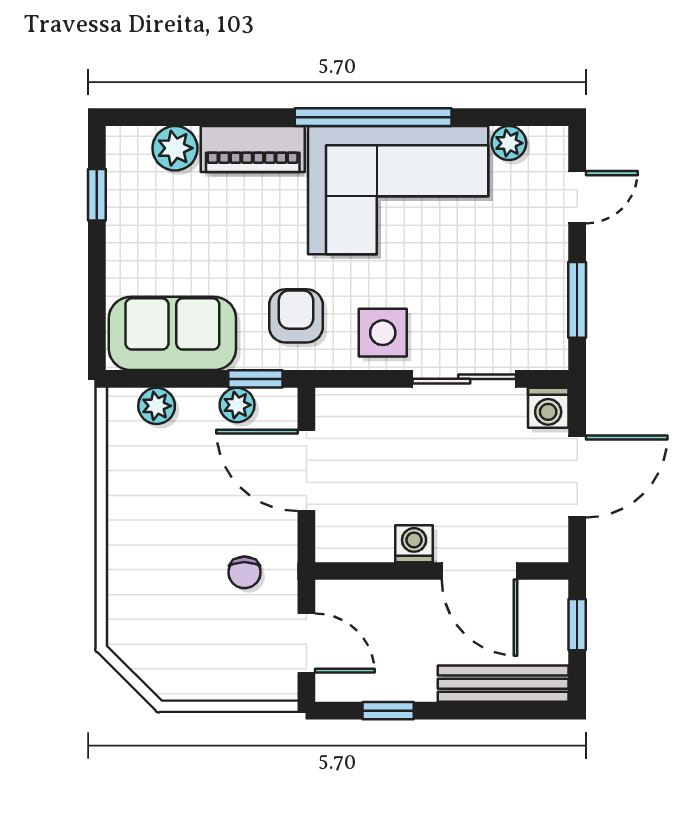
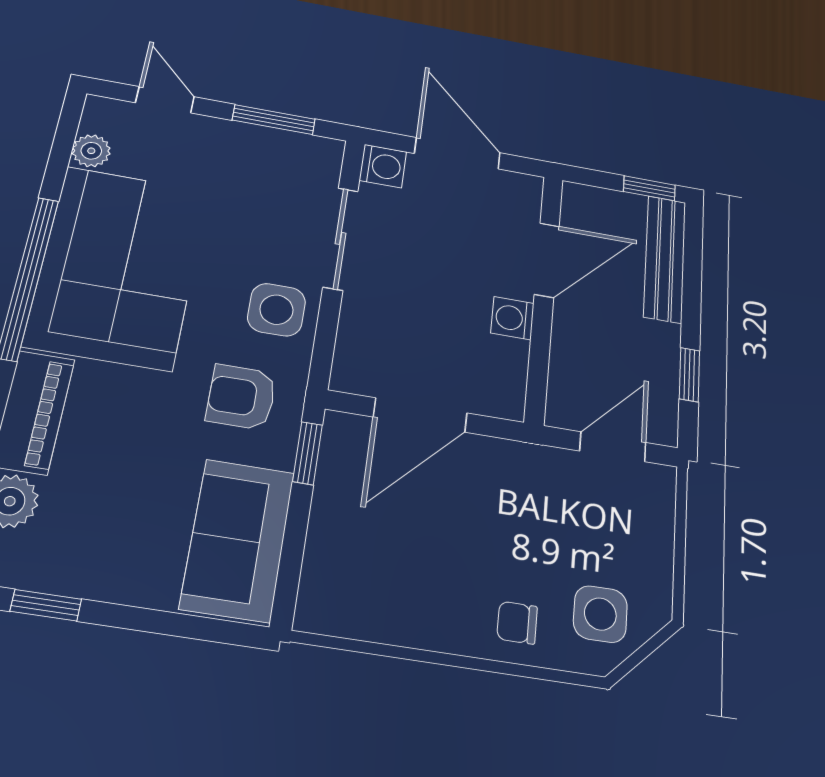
plant: (237, 405) -> (335, 479), removed
plant: (157, 406) -> (323, 572), removed
chair: (244, 572) -> (517, 623), moved, turned 180
window: (577, 625) -> (649, 188), moved
side table: (157, 640) -> (600, 614), added

